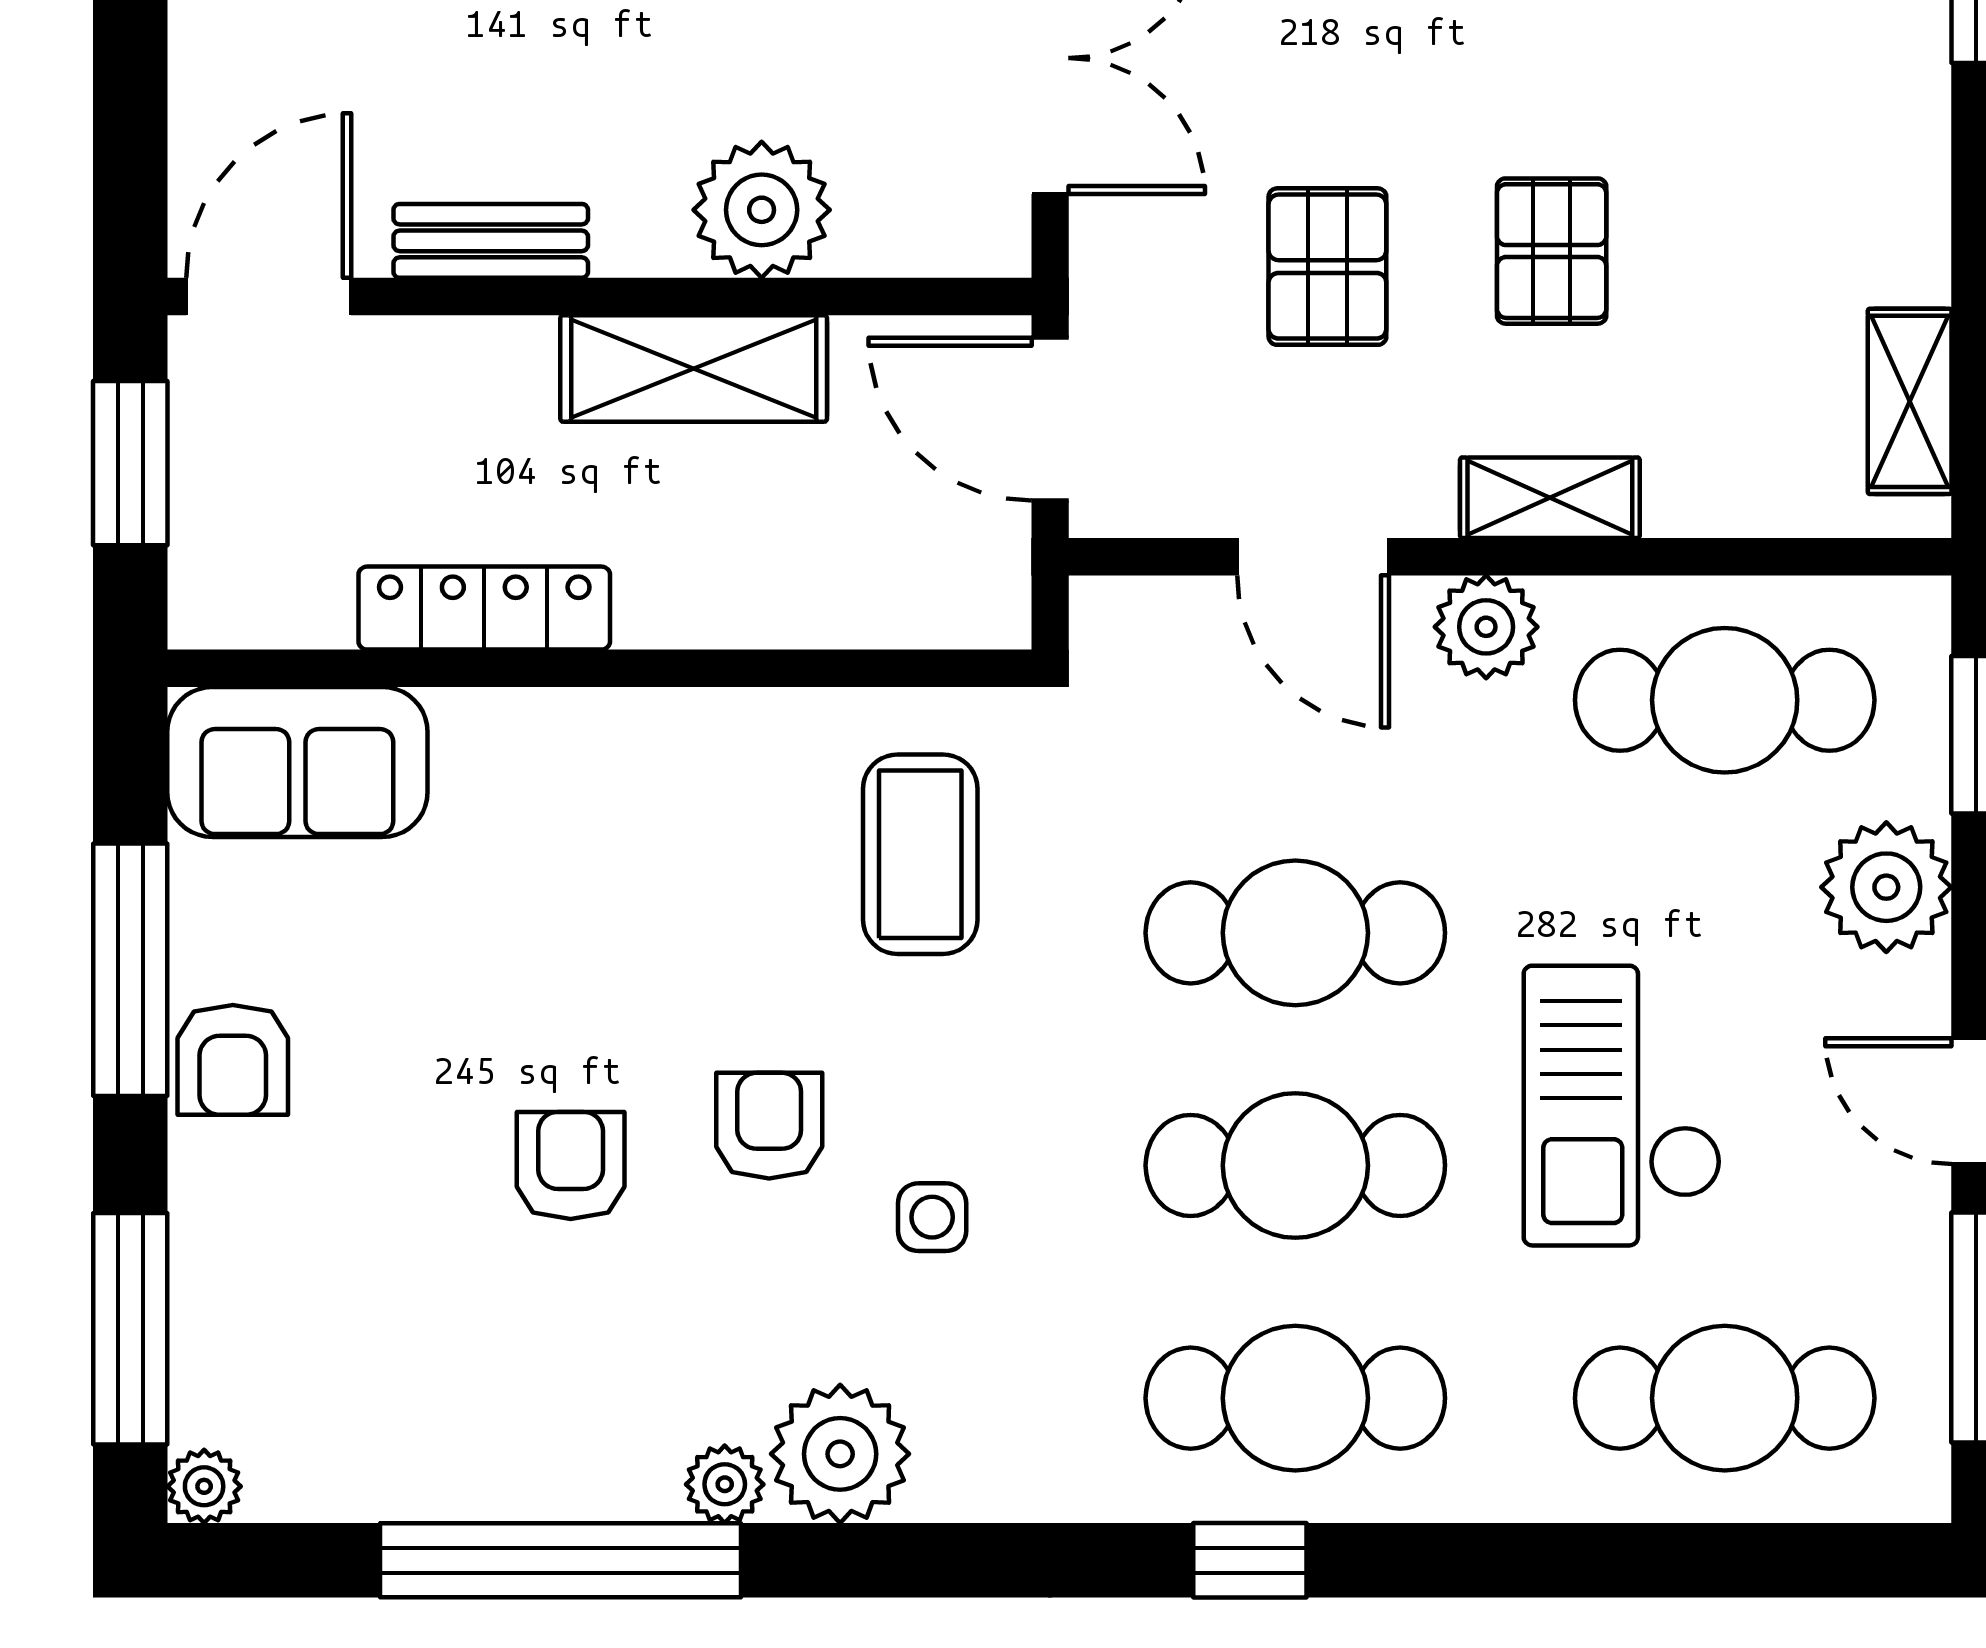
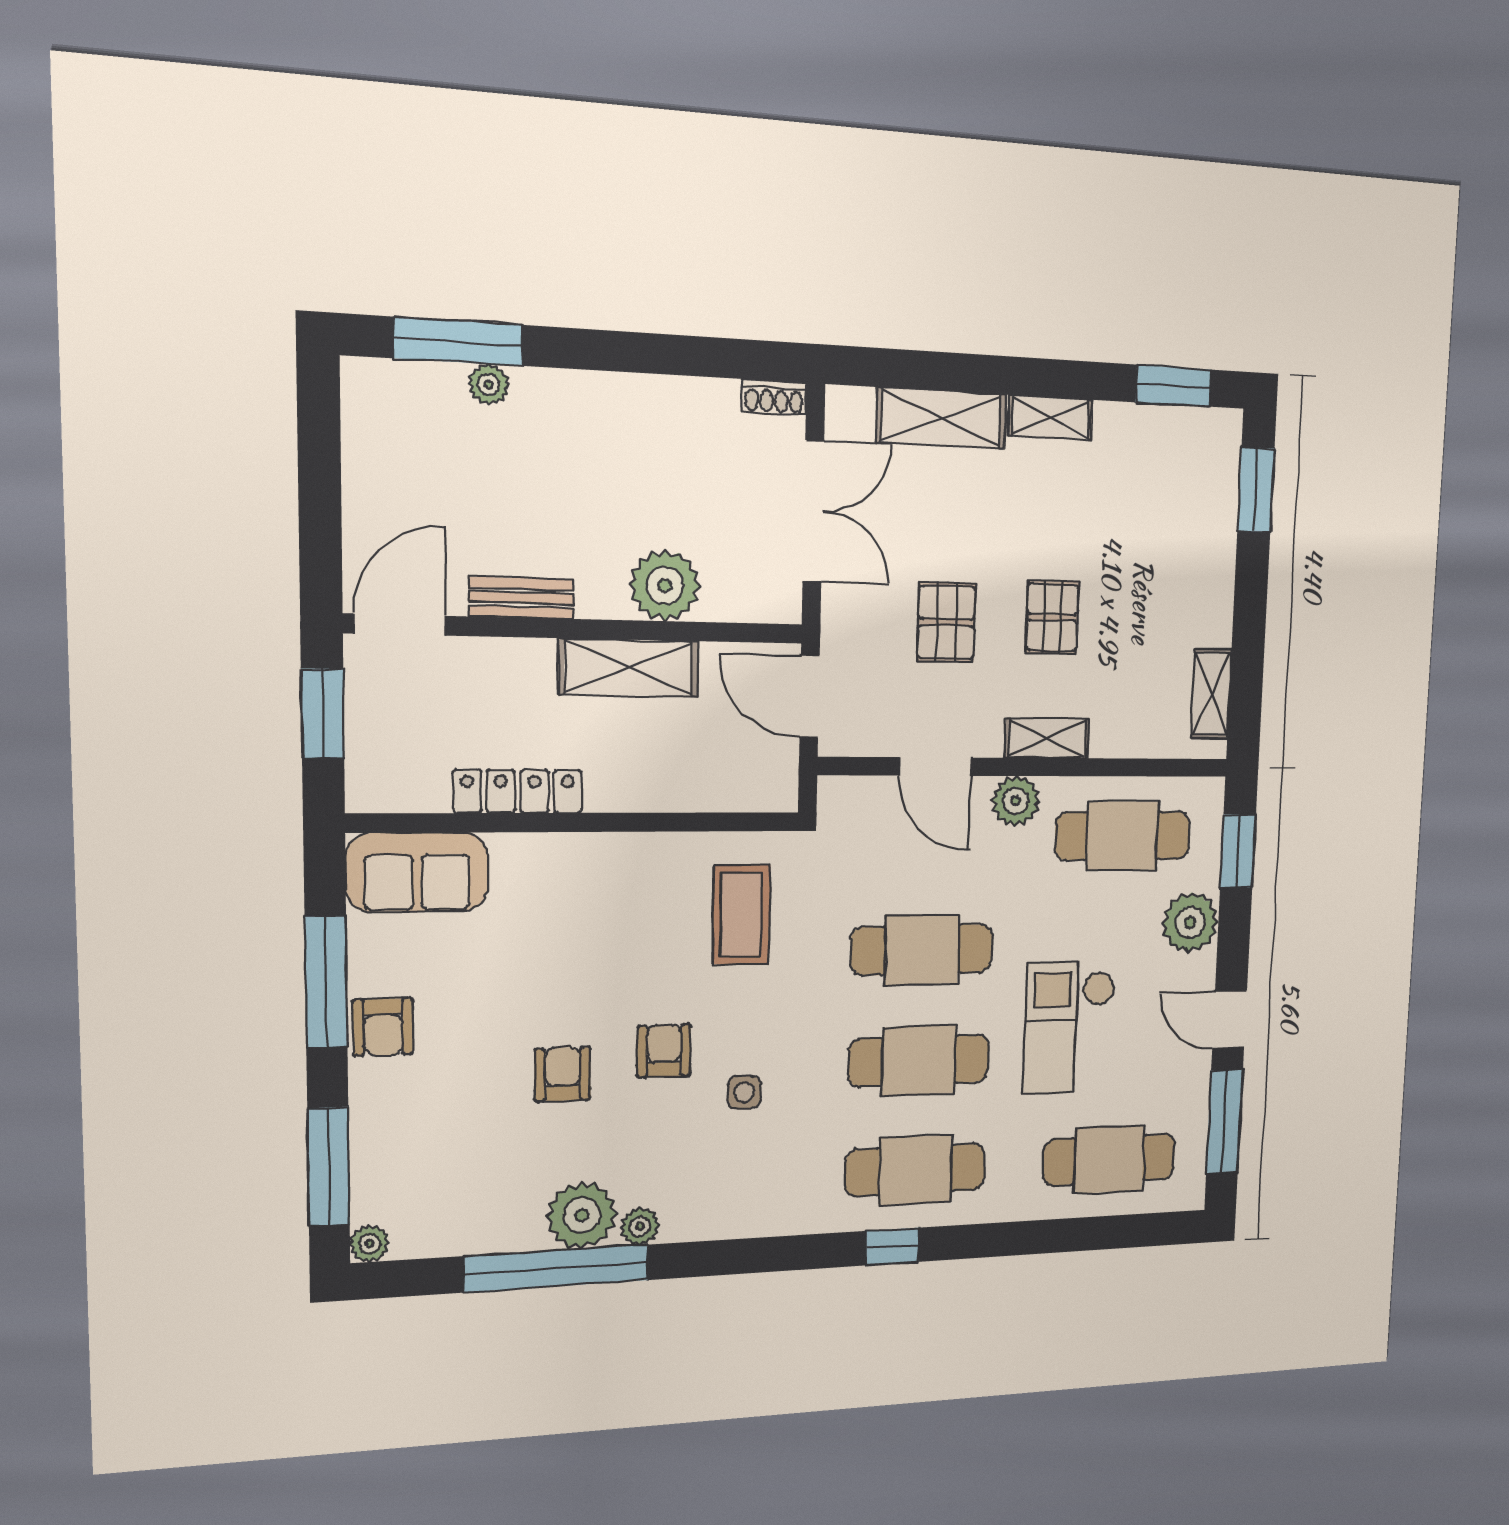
plant: (840, 1454) -> (582, 1215), moved

